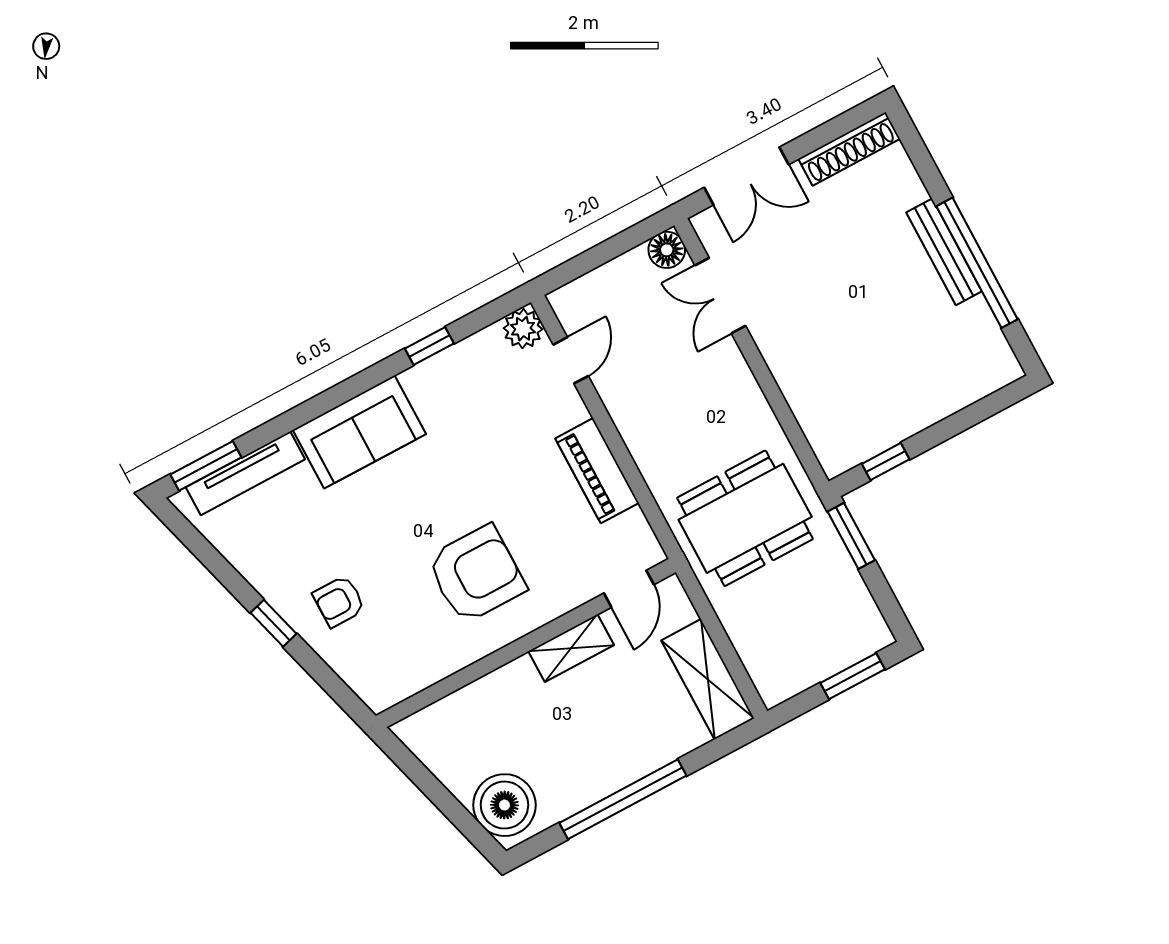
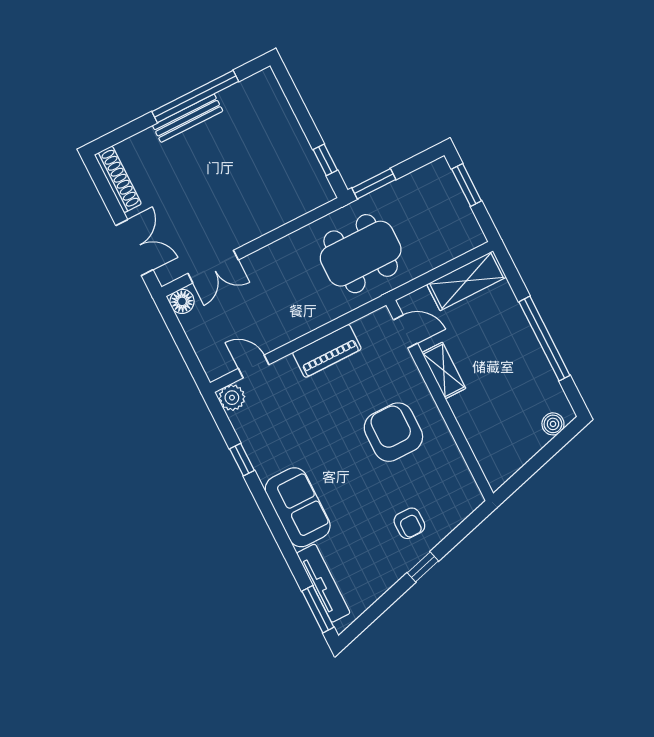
dining table: (745, 518) -> (361, 254), turned 90
boiler: (504, 805) -> (553, 424), width x0.54, depth x0.54

